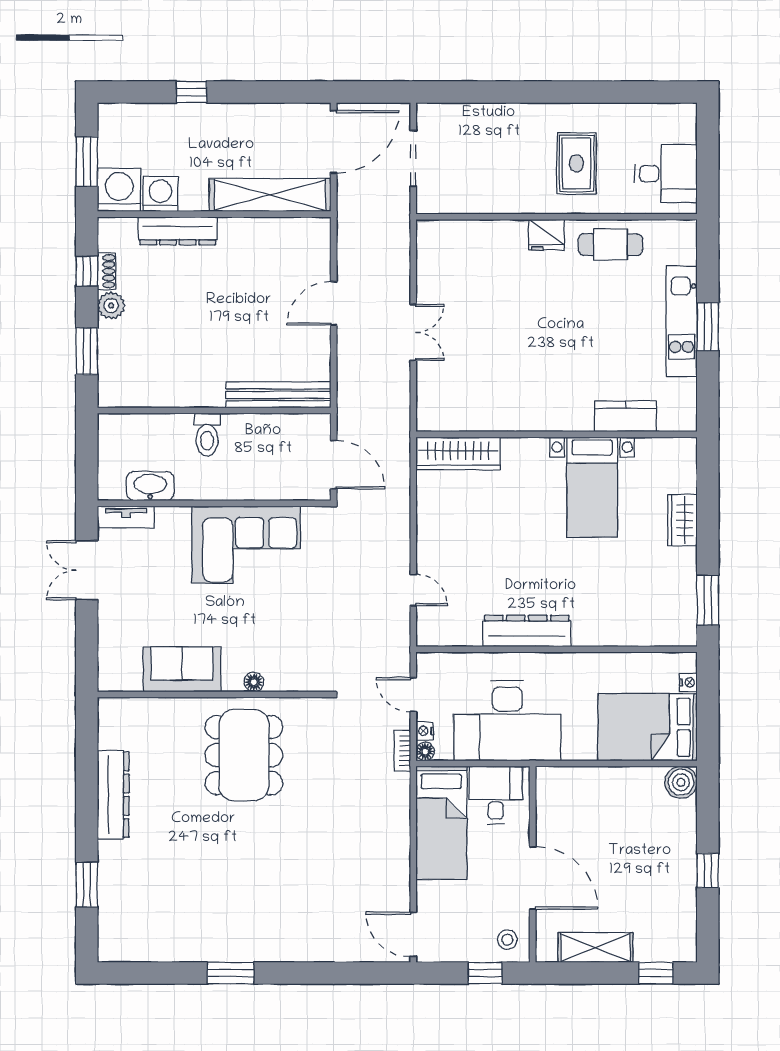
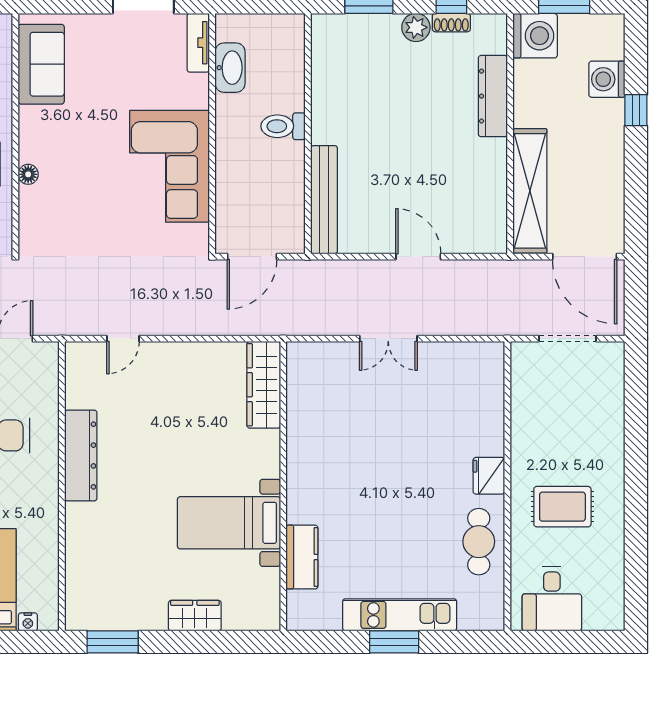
washing machine: (160, 194) -> (607, 79), moved, turned 180
sofa: (182, 669) -> (41, 64), moved

